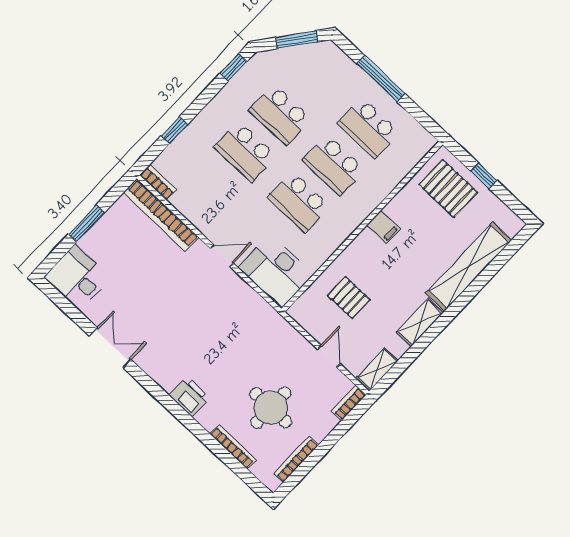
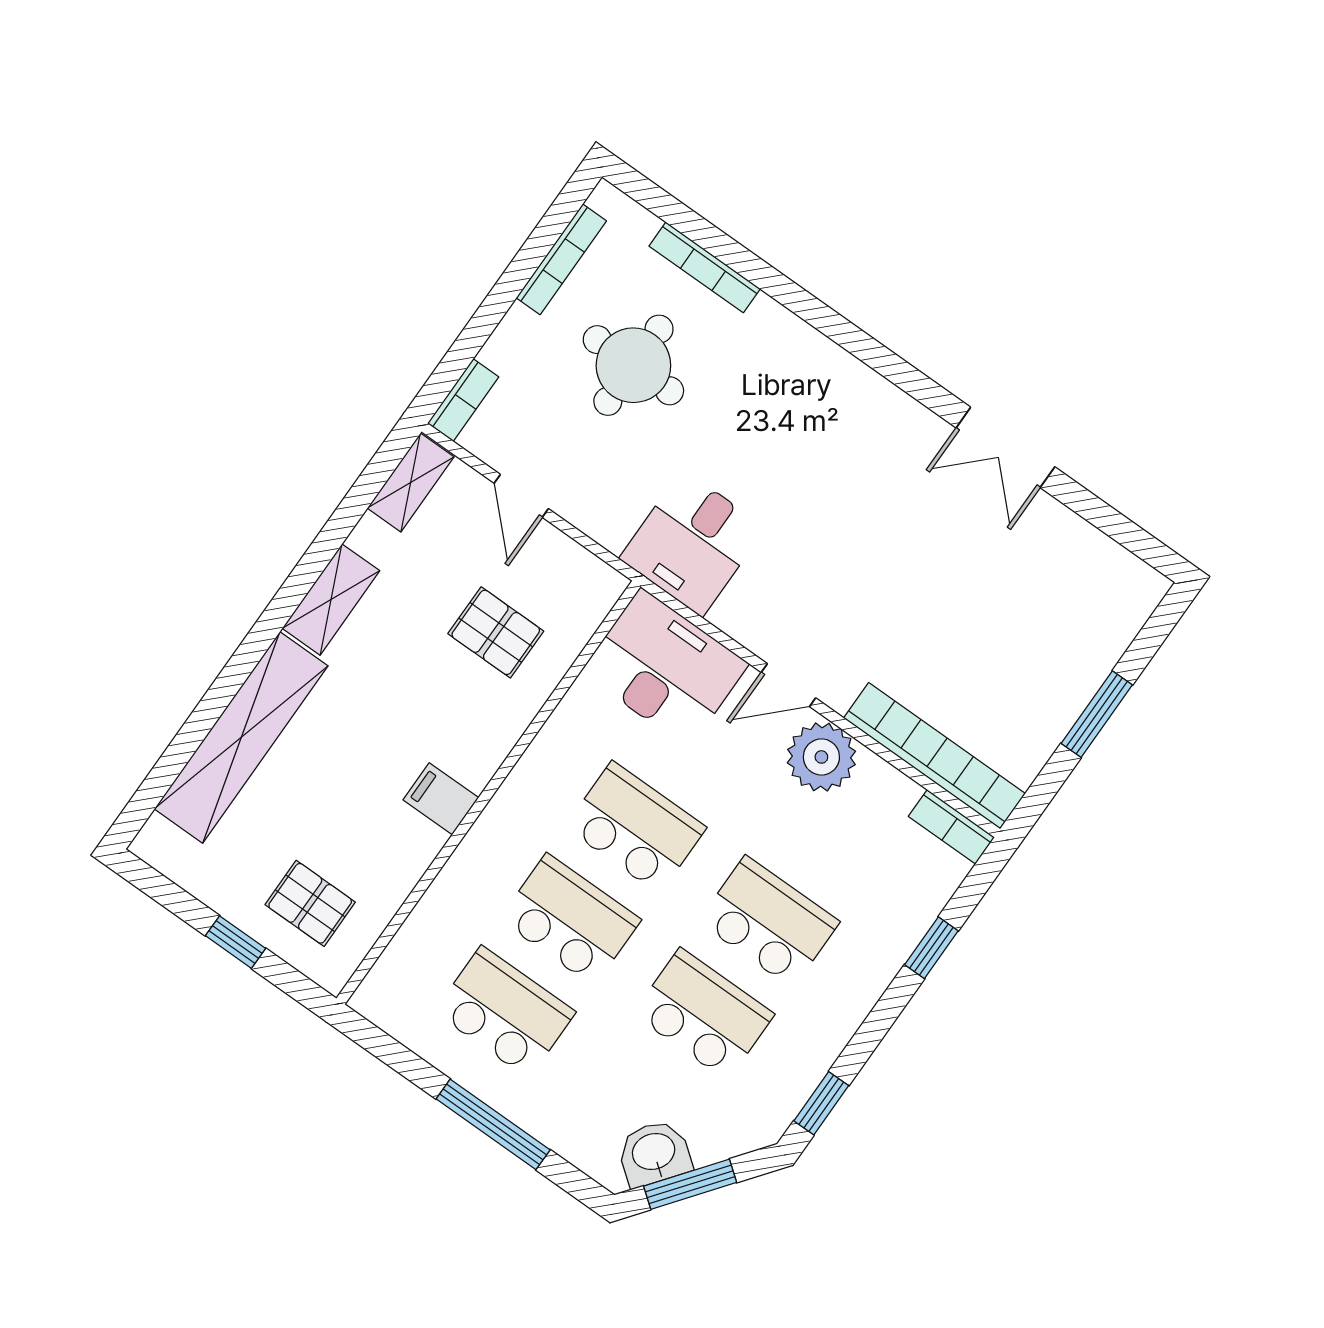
washbasin: (311, 56) -> (654, 1153), added
pallet: (448, 188) -> (310, 903), width x0.67, depth x0.71
plant: (212, 222) -> (821, 757), added
desk: (77, 277) -> (692, 543), moved, turned 90
printer: (189, 397) -> (816, 364), removed

